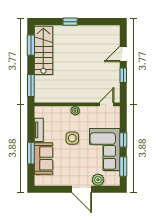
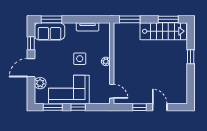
window: (31, 153) -> (52, 19), moved
sofa: (44, 158) -> (49, 31), moved
window: (56, 189) -> (31, 43), added

